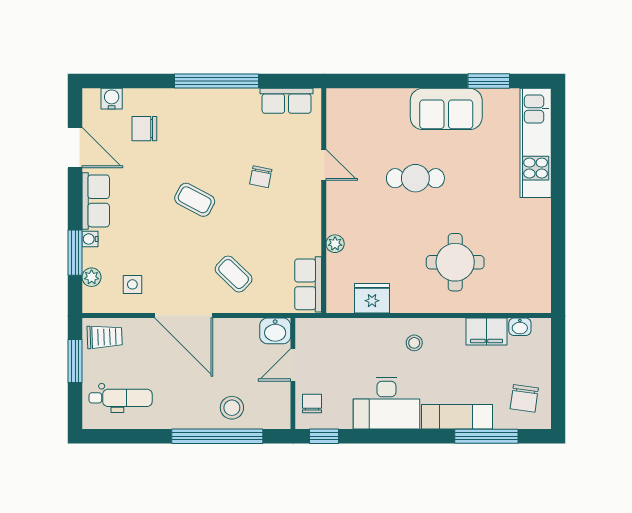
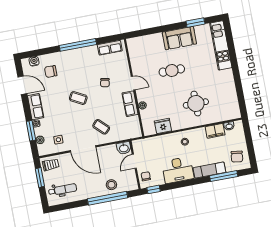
door: (324, 165) -> (133, 83), moved
row of seats: (308, 284) -> (130, 104), moved

